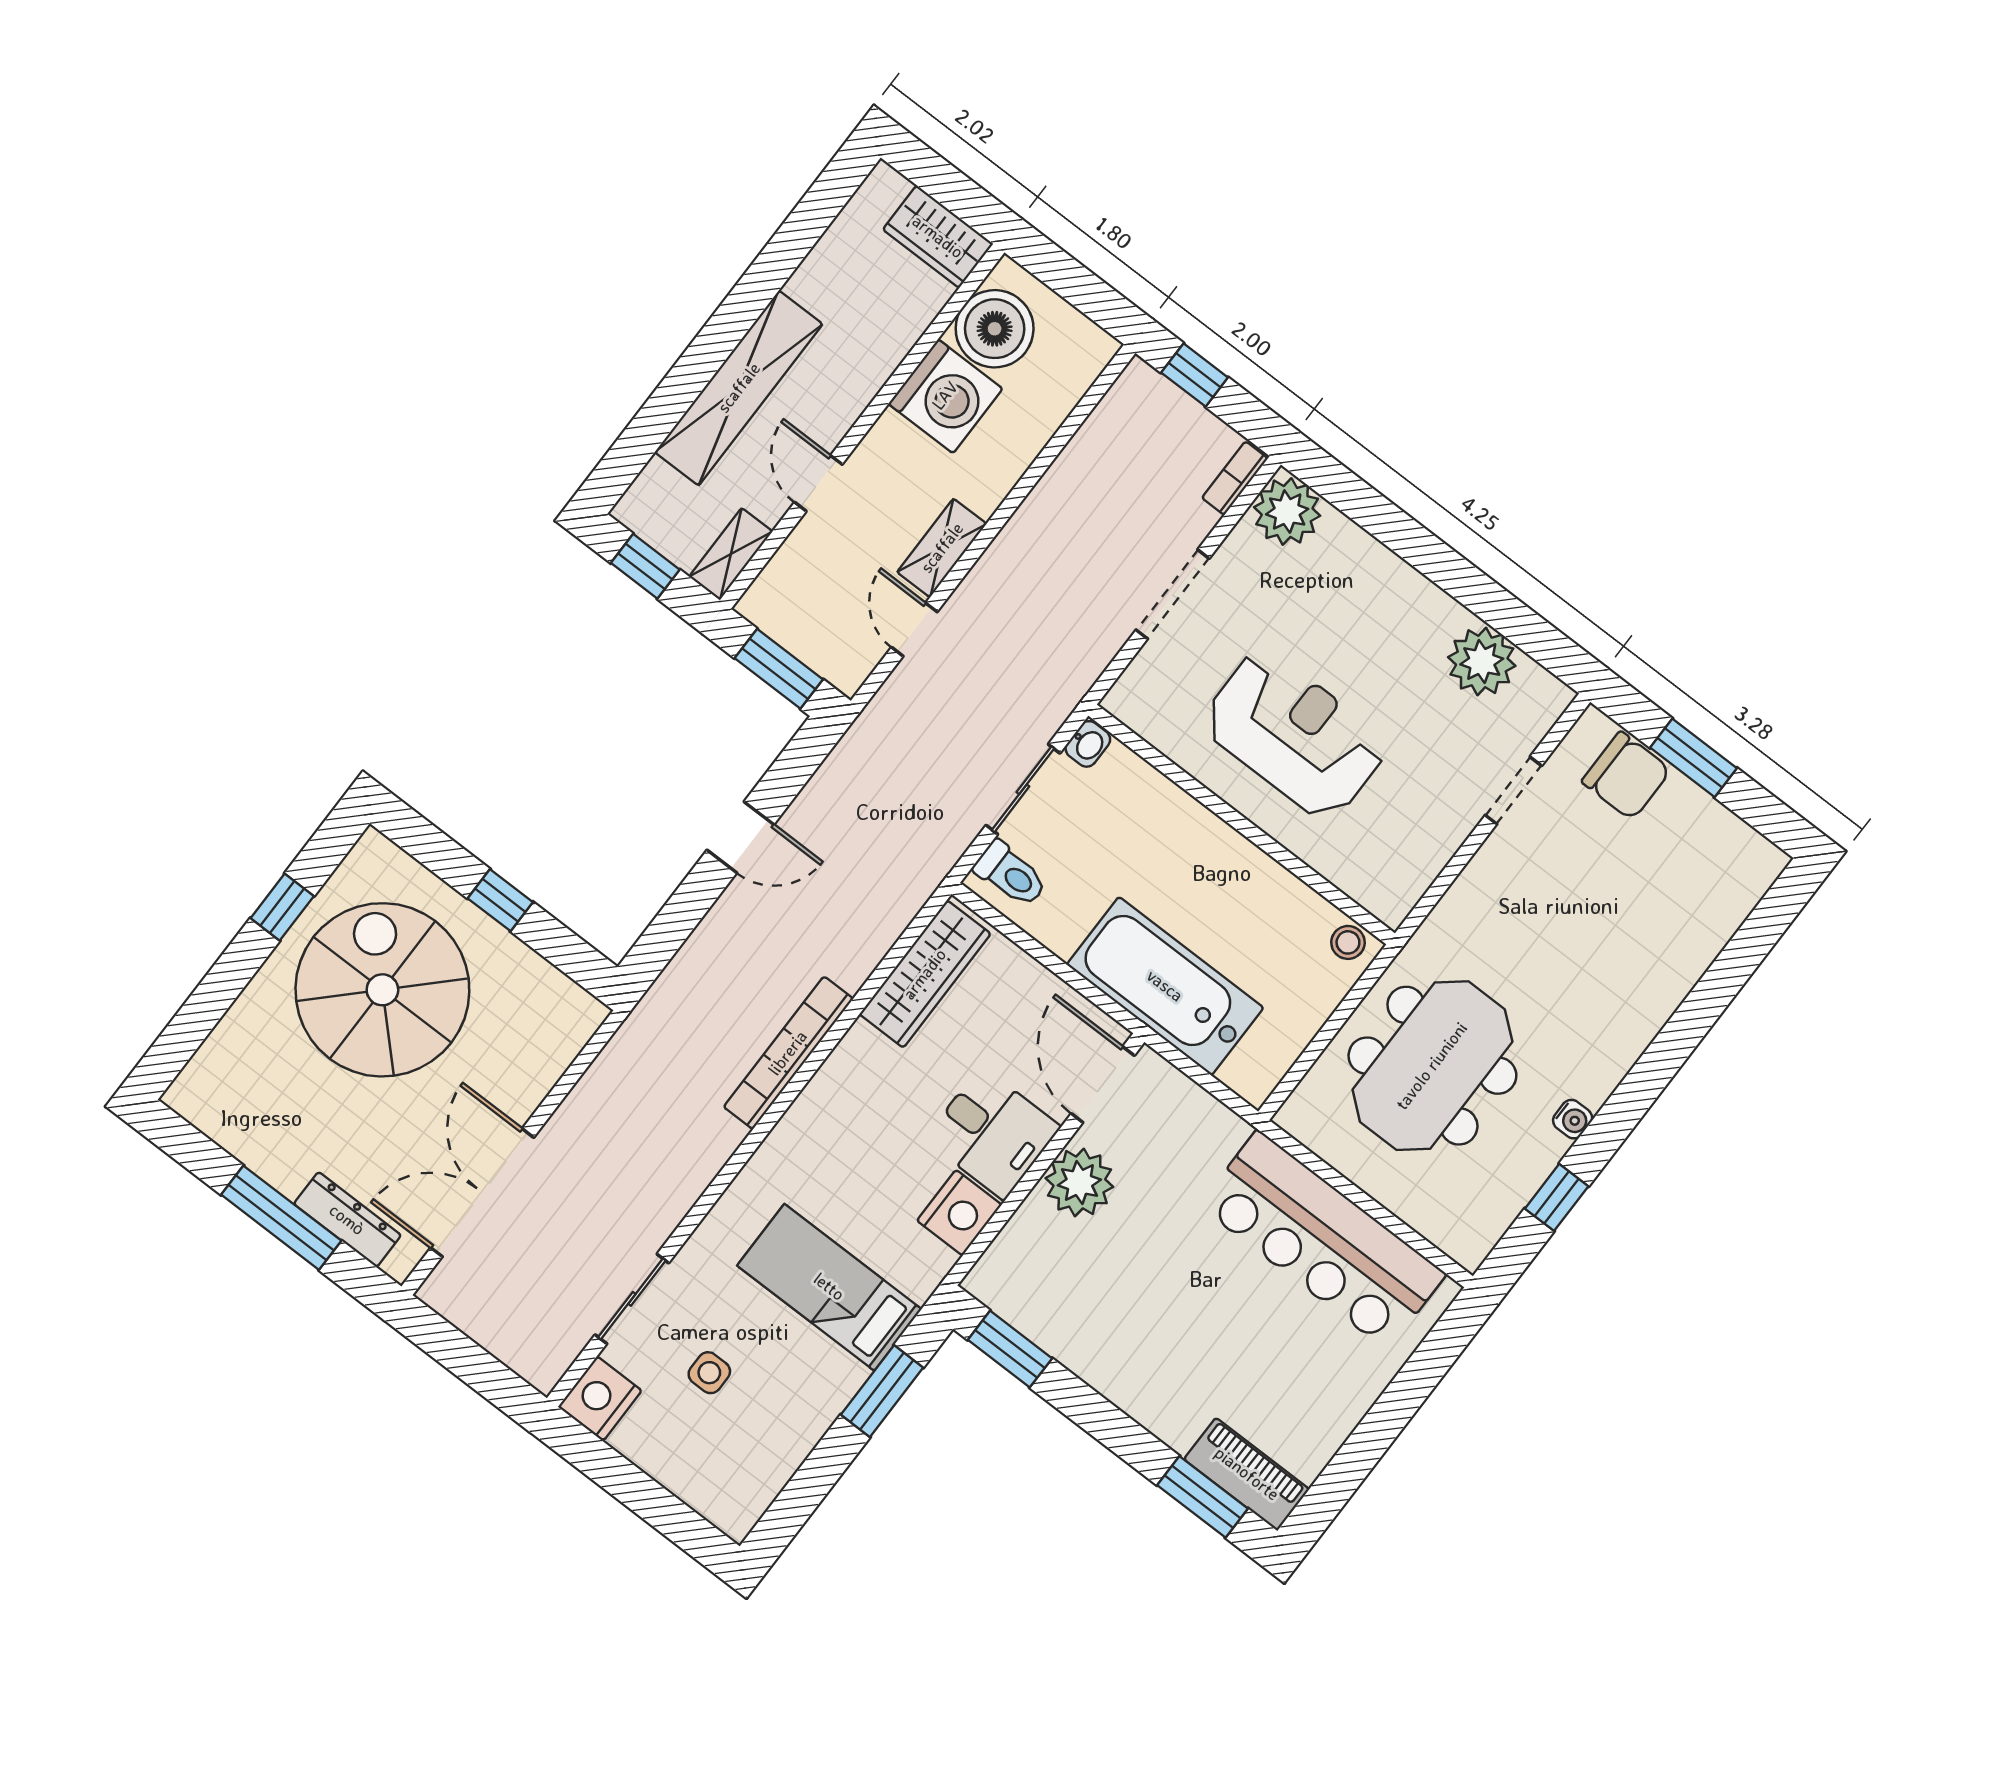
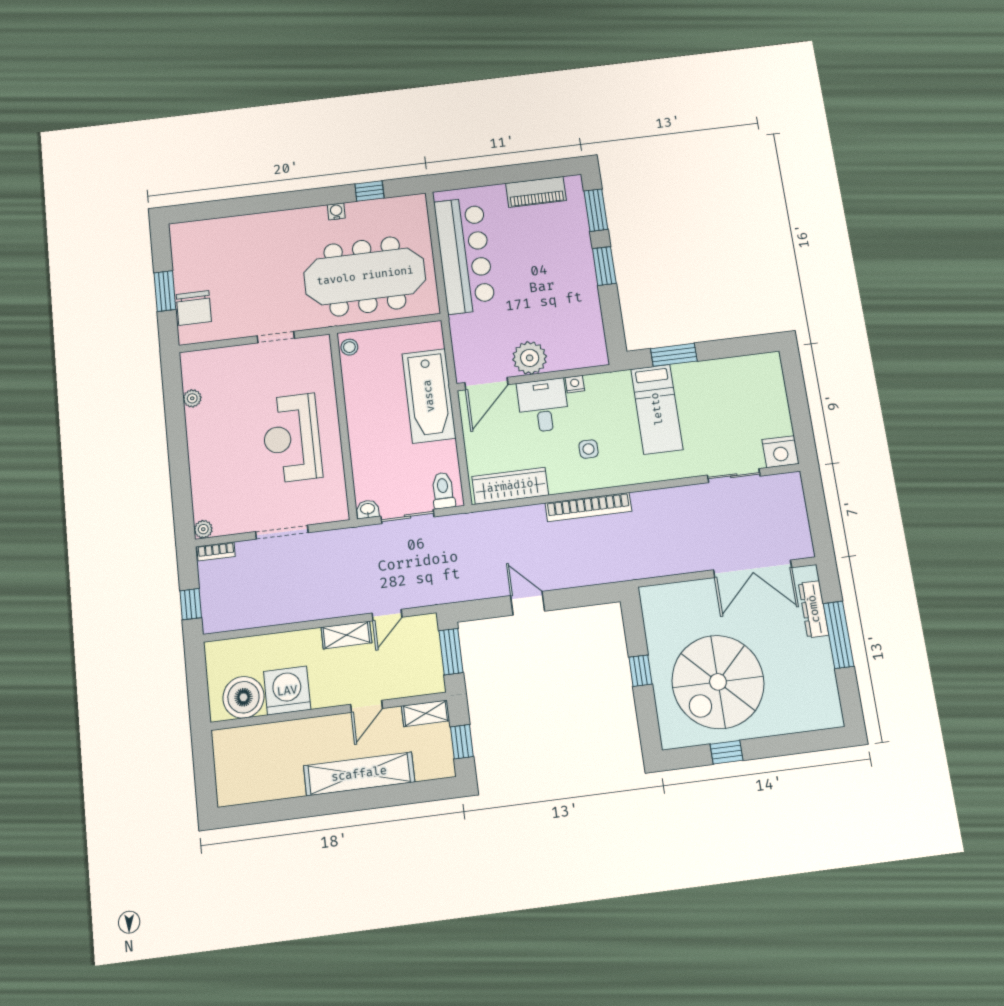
wardrobe: (938, 237) -> (228, 754), removed
plant: (1287, 512) -> (203, 529), width x0.53, depth x0.53
plant: (1482, 662) -> (192, 398), width x0.53, depth x0.53
chair: (1626, 776) -> (194, 308), turned 180
doorway: (1513, 790) -> (276, 337), moved
meeting table: (1432, 1066) -> (365, 276), width x1.36
nightstand: (959, 1213) -> (575, 384), width x0.53, depth x0.56
window: (1010, 1349) -> (604, 266), moved
side table: (709, 1373) -> (589, 449), moved
piano: (1247, 1474) -> (536, 192), moved, turned -90

